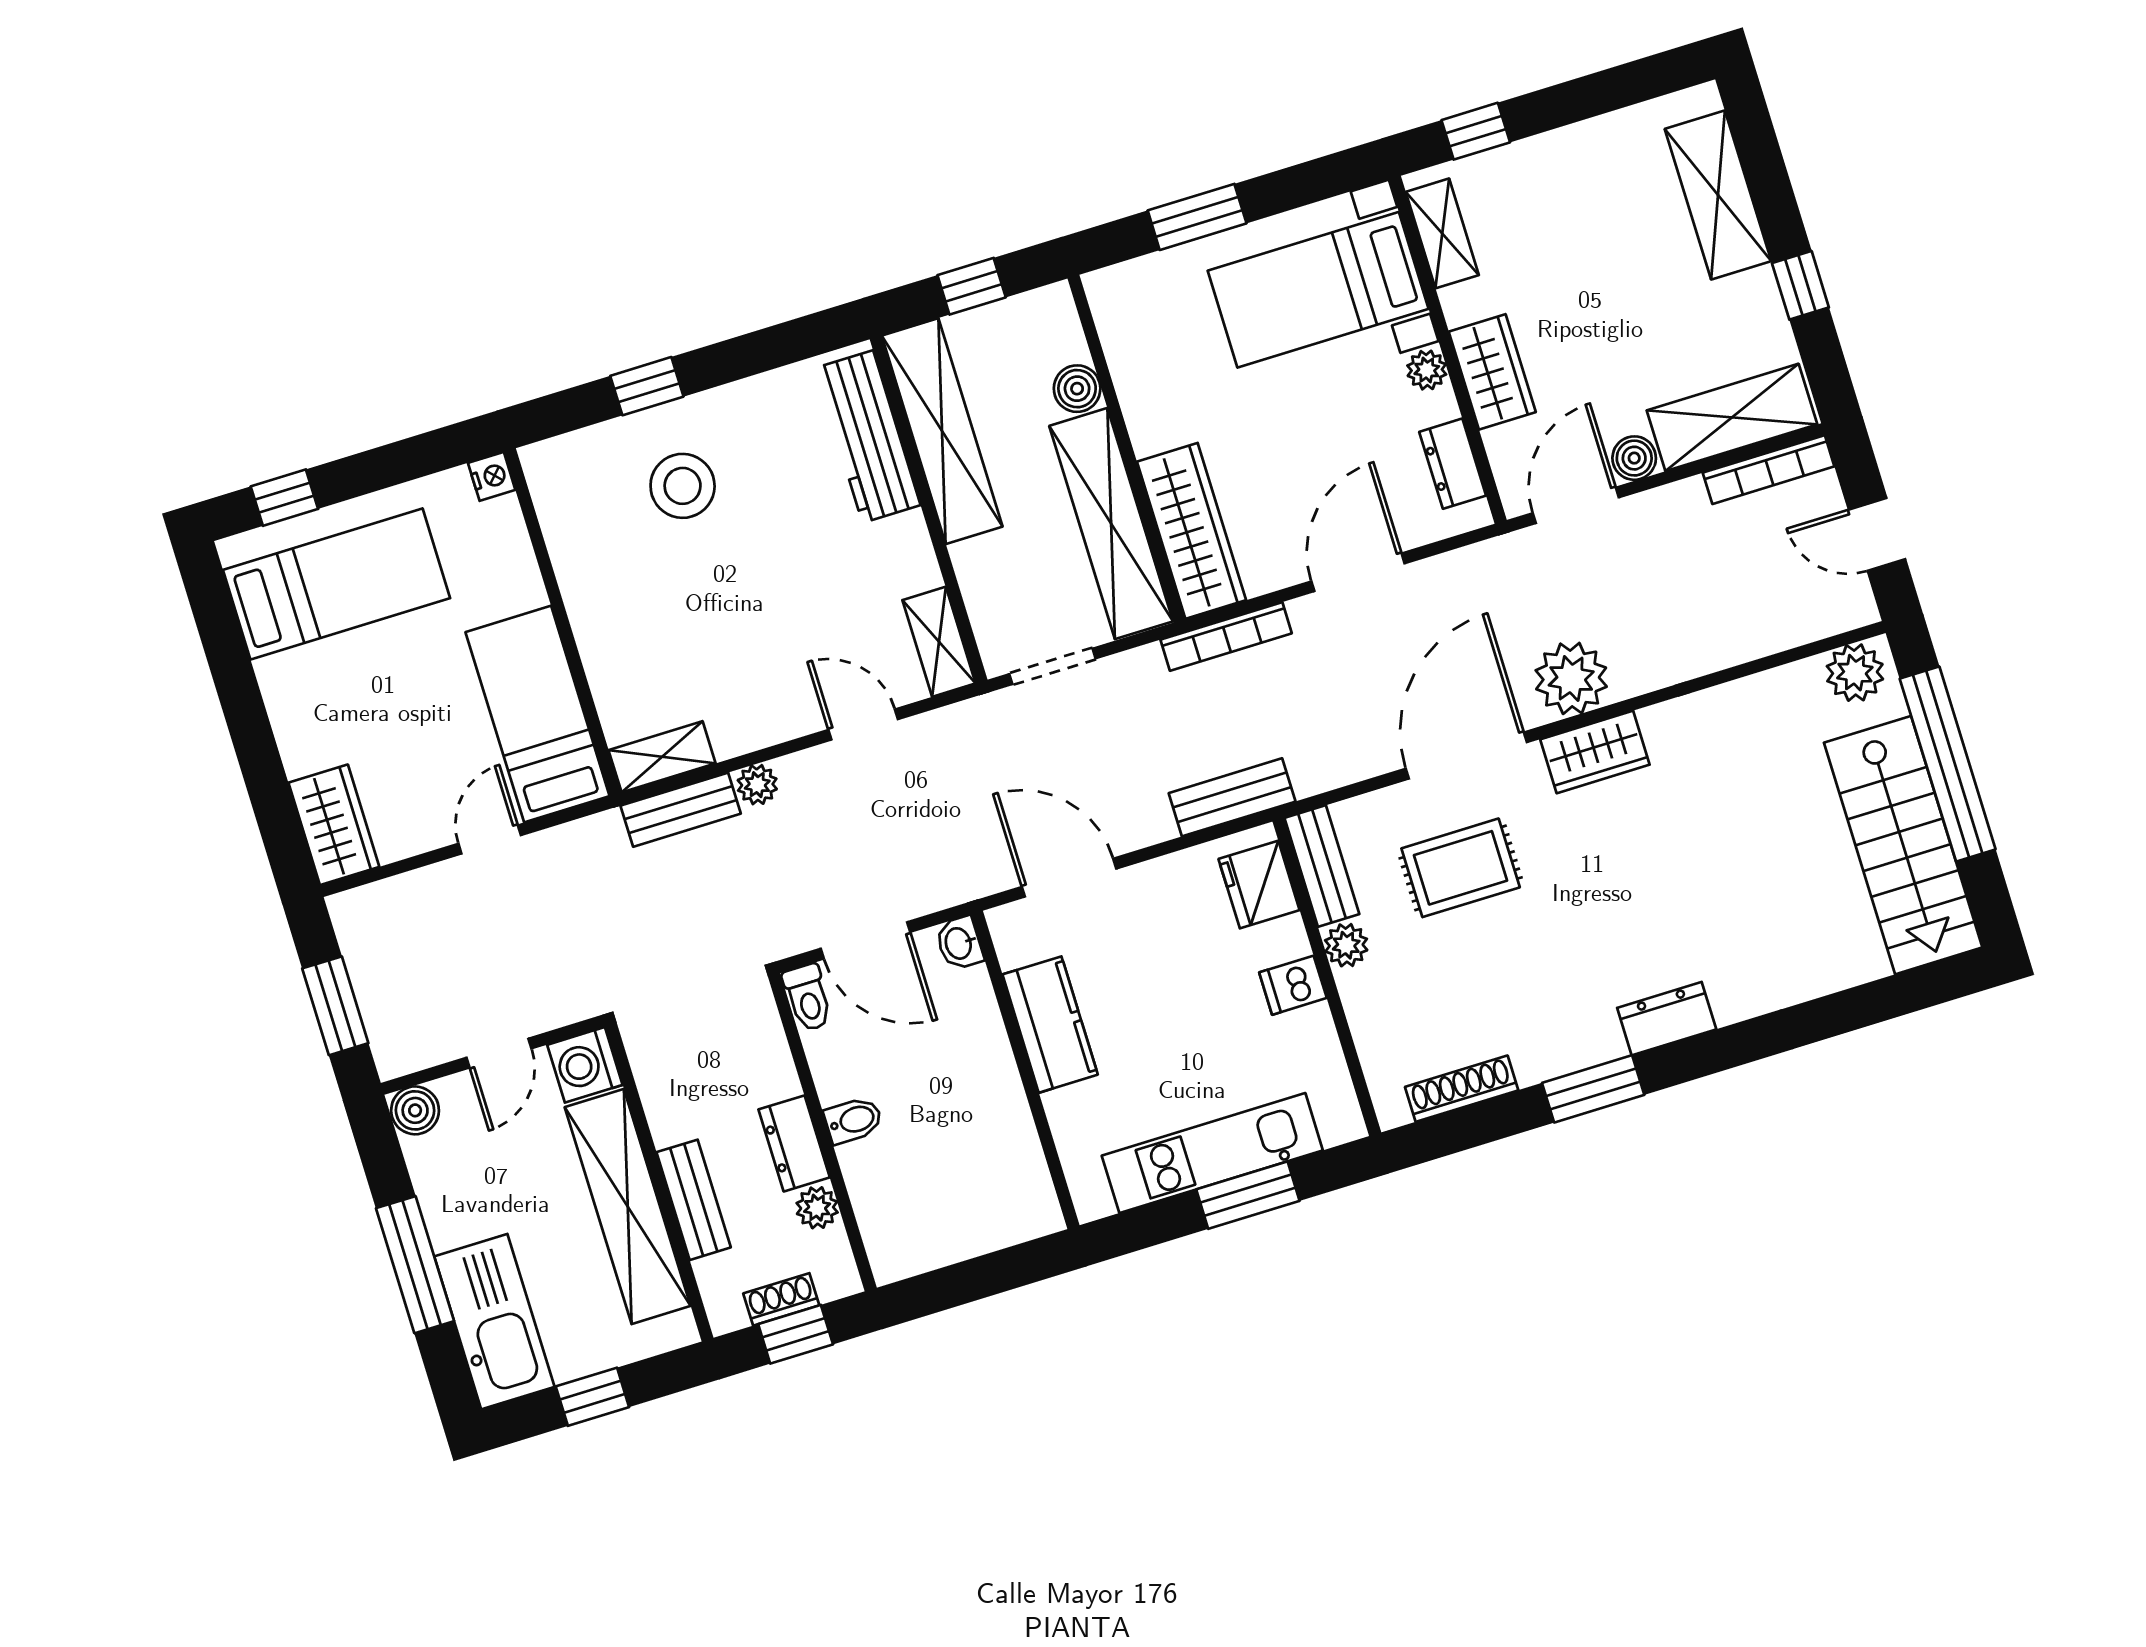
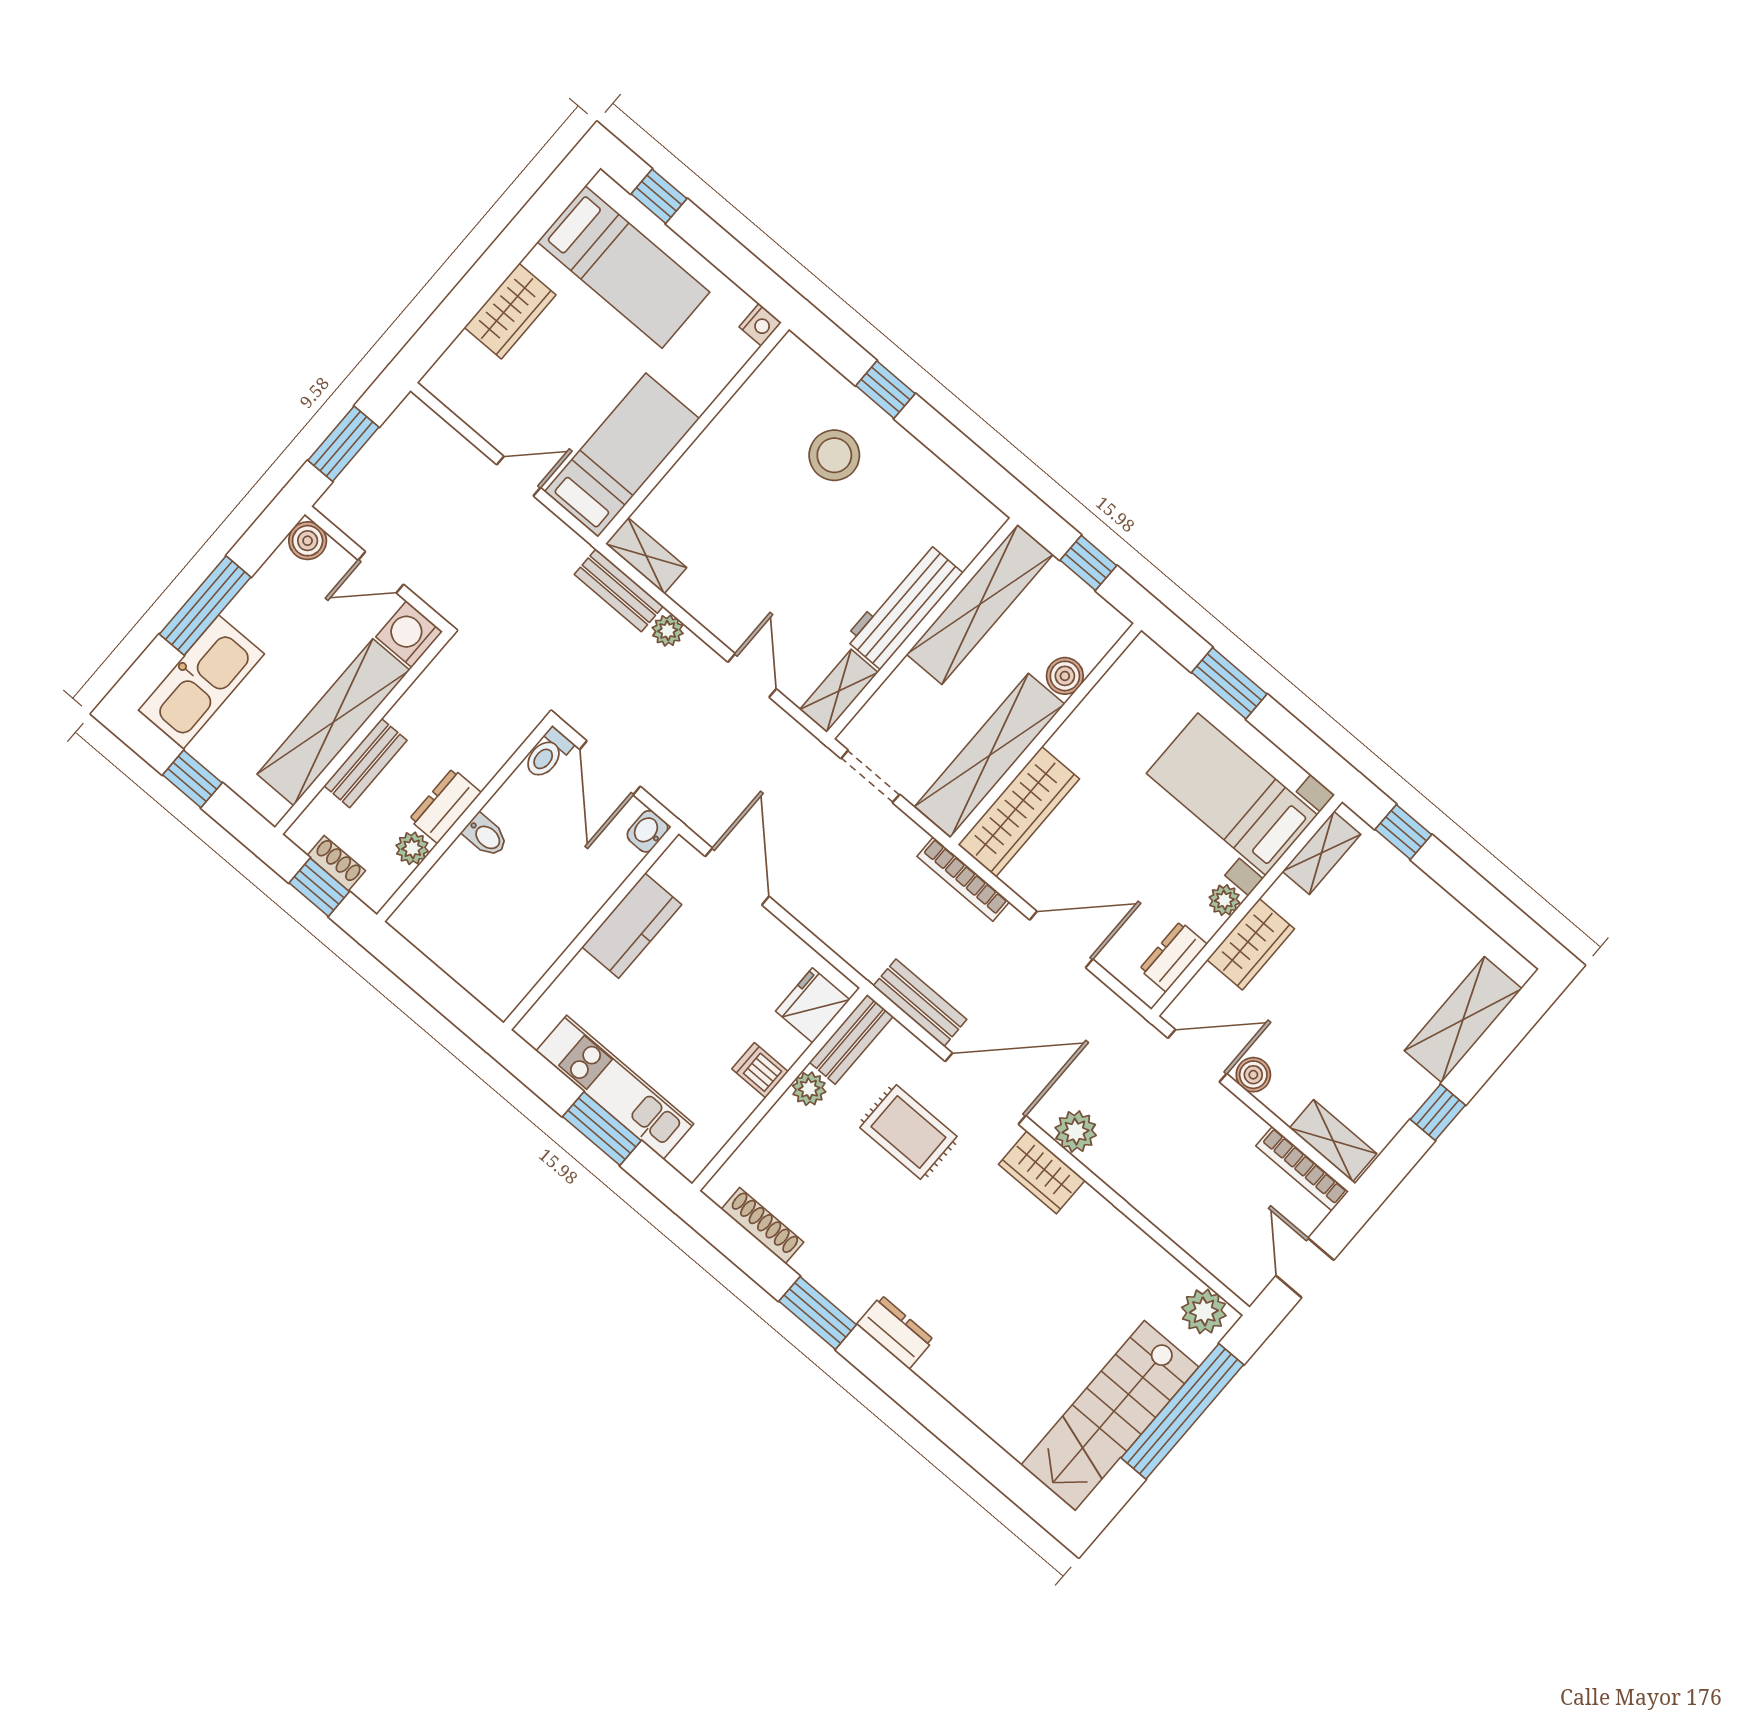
shelving: (1732, 417) -> (1333, 1141), width x0.67, depth x0.75
workbench: (868, 437) -> (904, 606), moved
plant: (1571, 678) -> (1076, 1131), width x0.73, depth x0.73
bench: (1232, 797) -> (920, 1003), moved
wardrobe: (334, 825) -> (510, 311), moved

